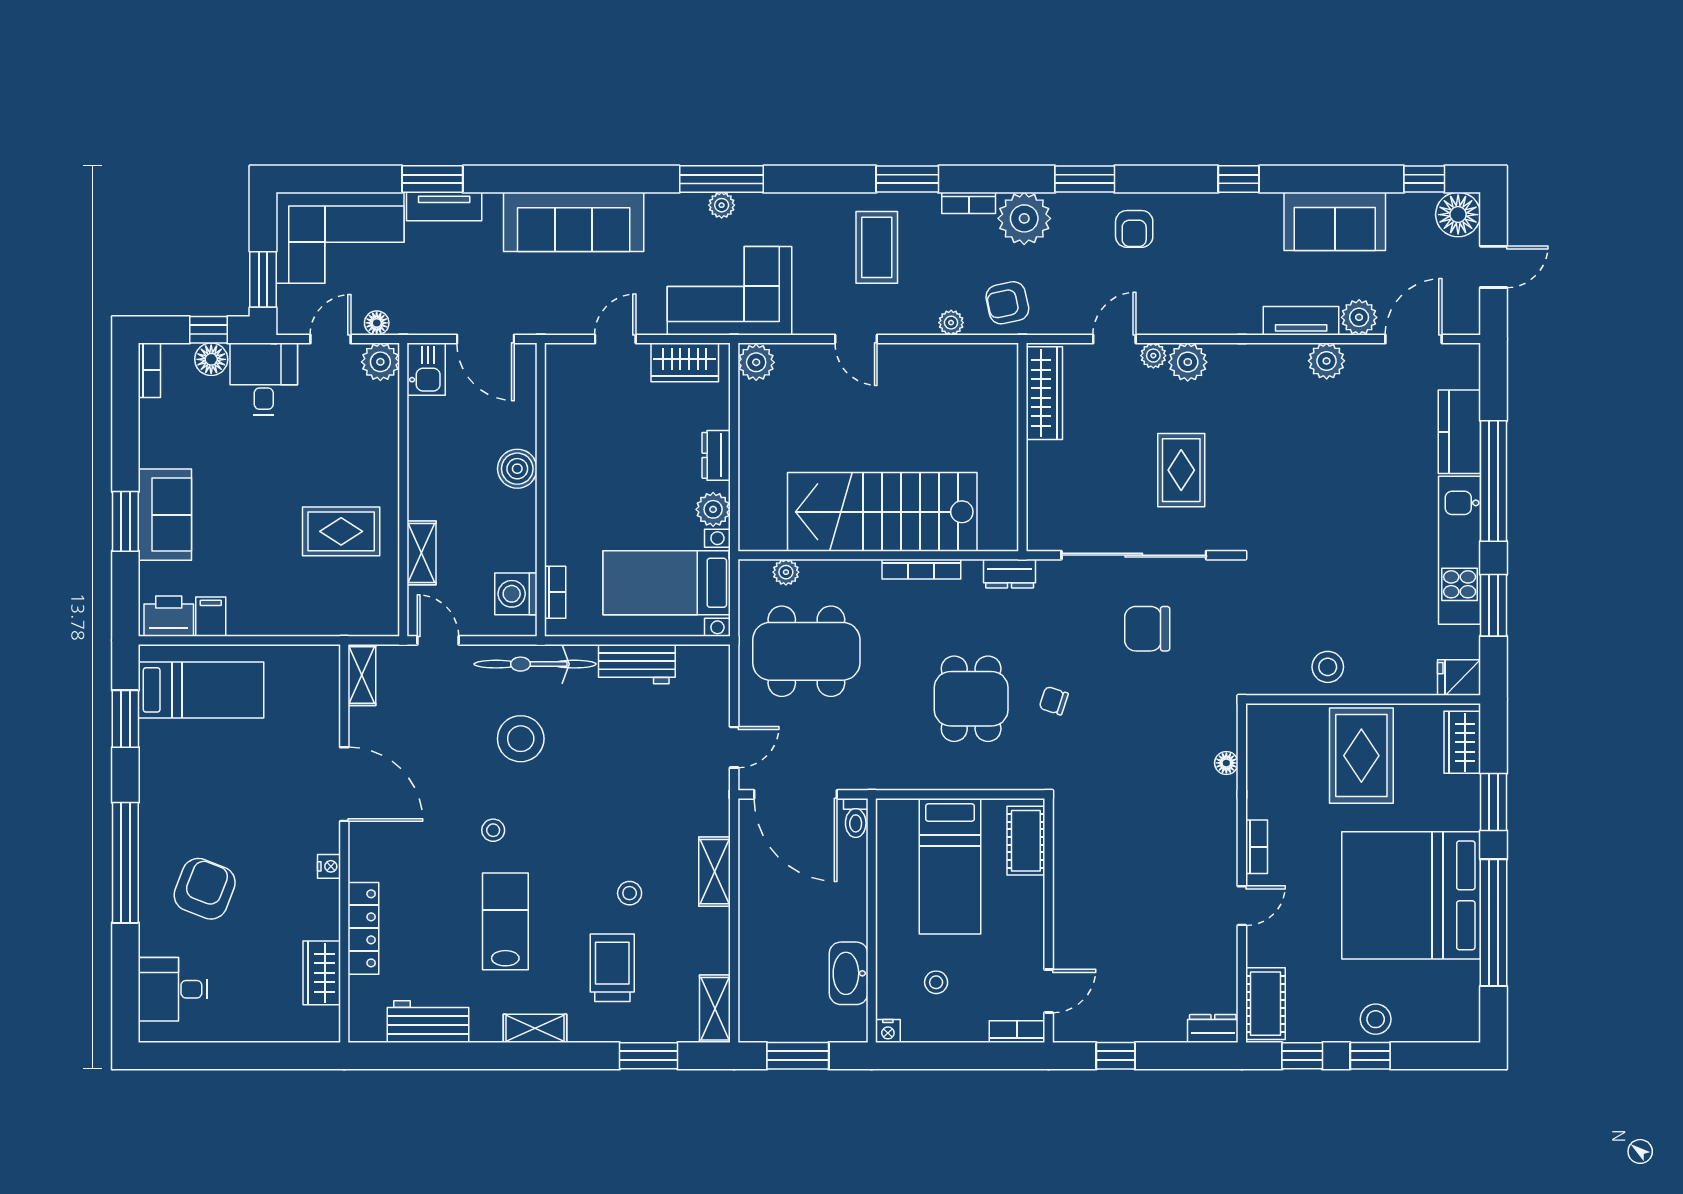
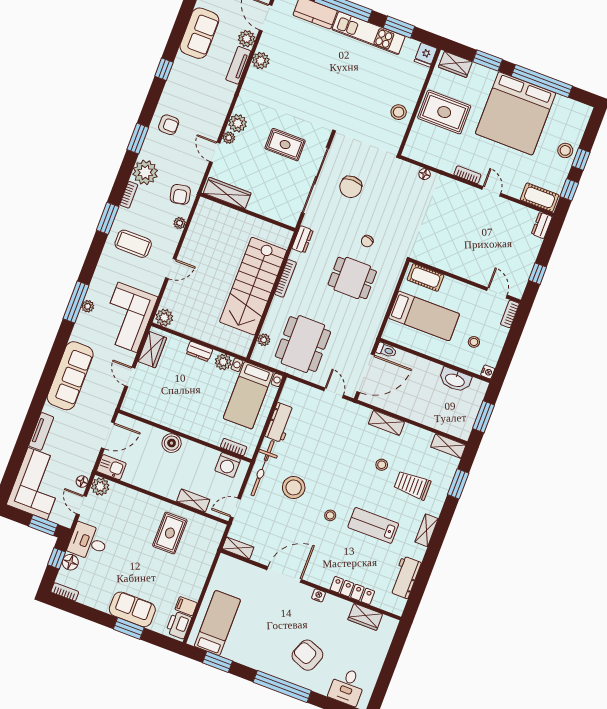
window: (432, 179) -> (27, 432), removed

